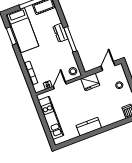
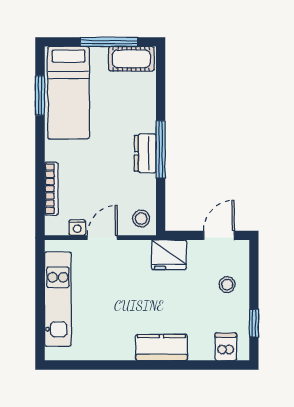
dresser: (60, 33) -> (145, 153), moved
kitchen counter: (89, 127) -> (161, 347), moved

